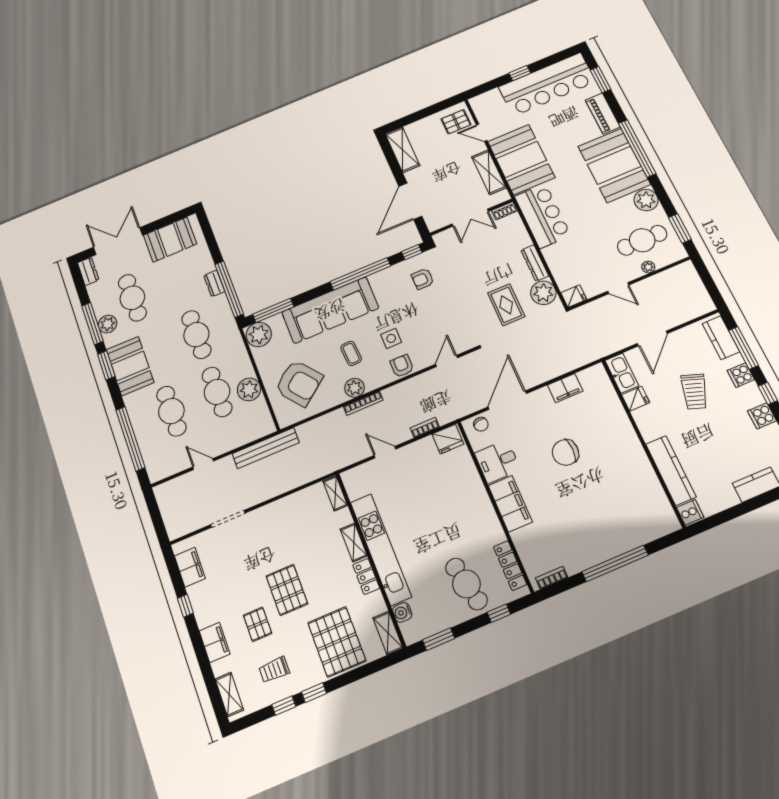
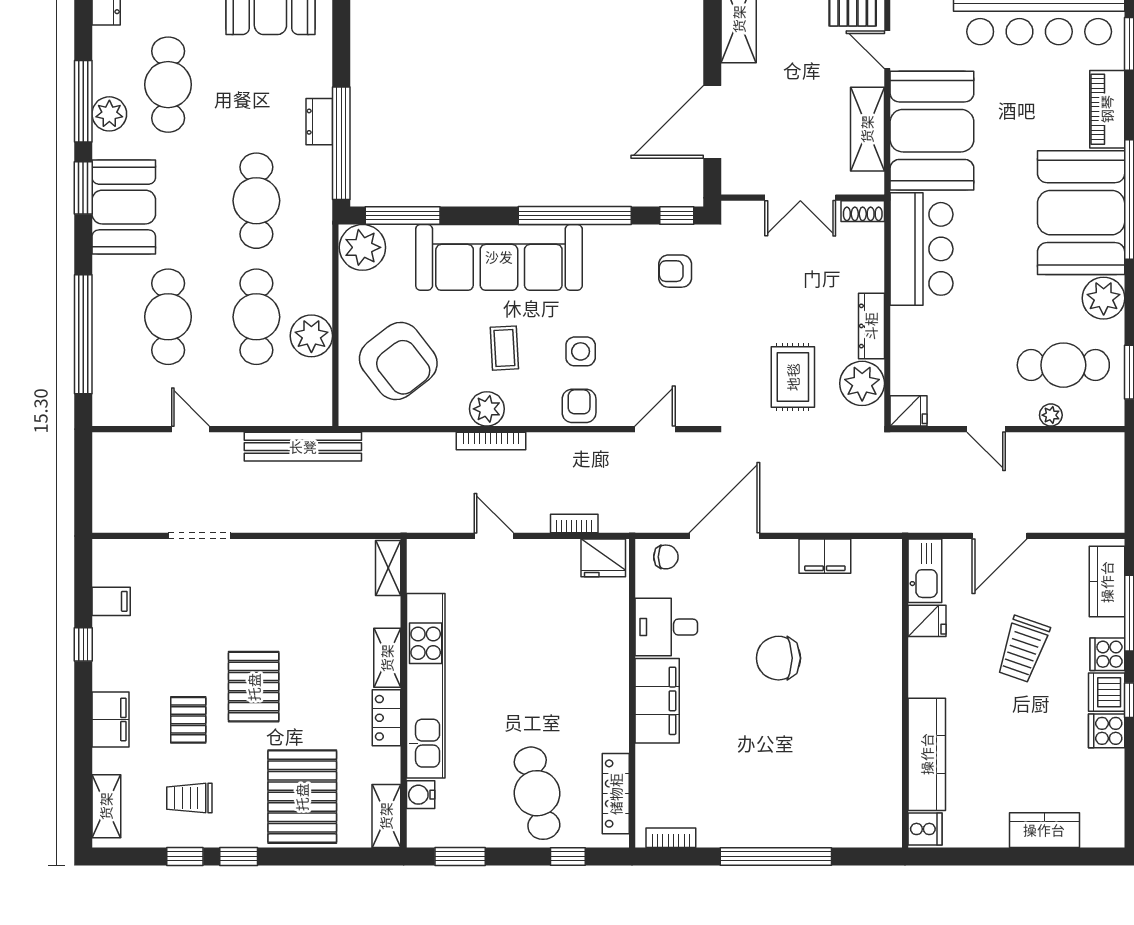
dishwasher: (751, 395) -> (1107, 692), added
chair: (481, 424) -> (666, 557), turned -78
filing cabinet: (190, 567) -> (111, 601), width x0.50

